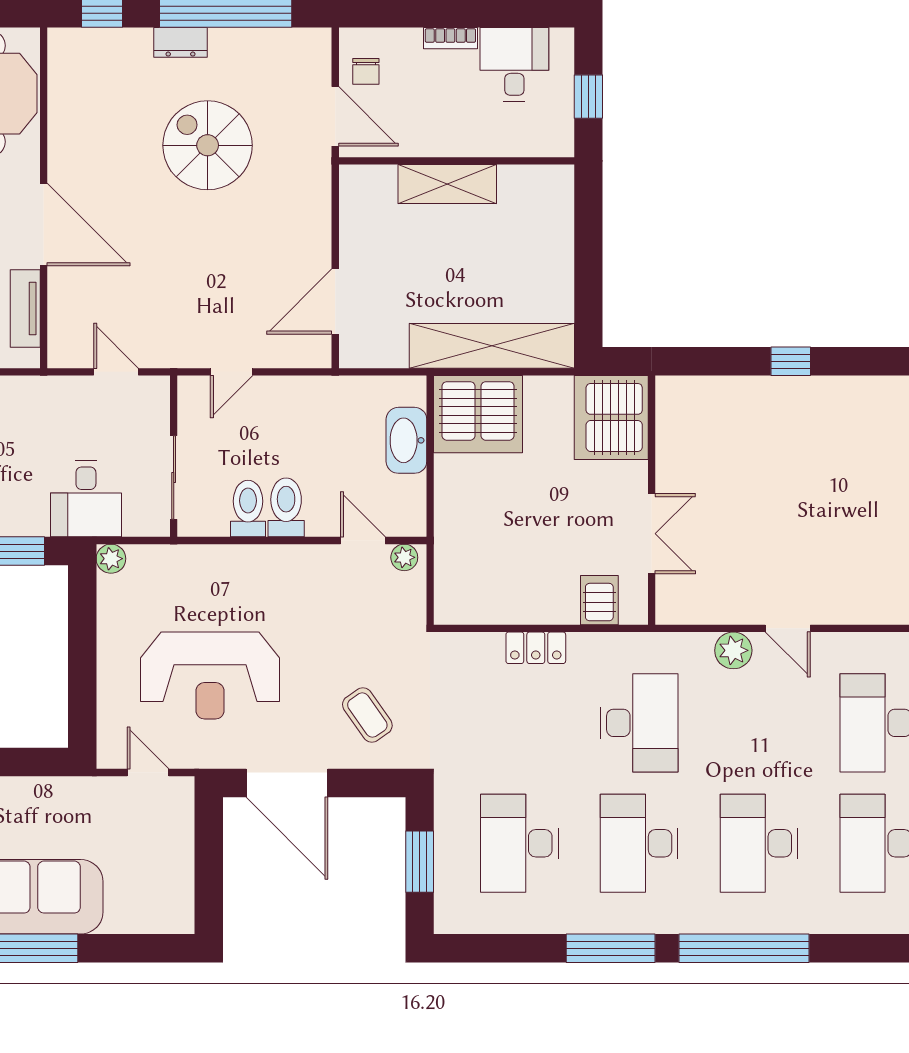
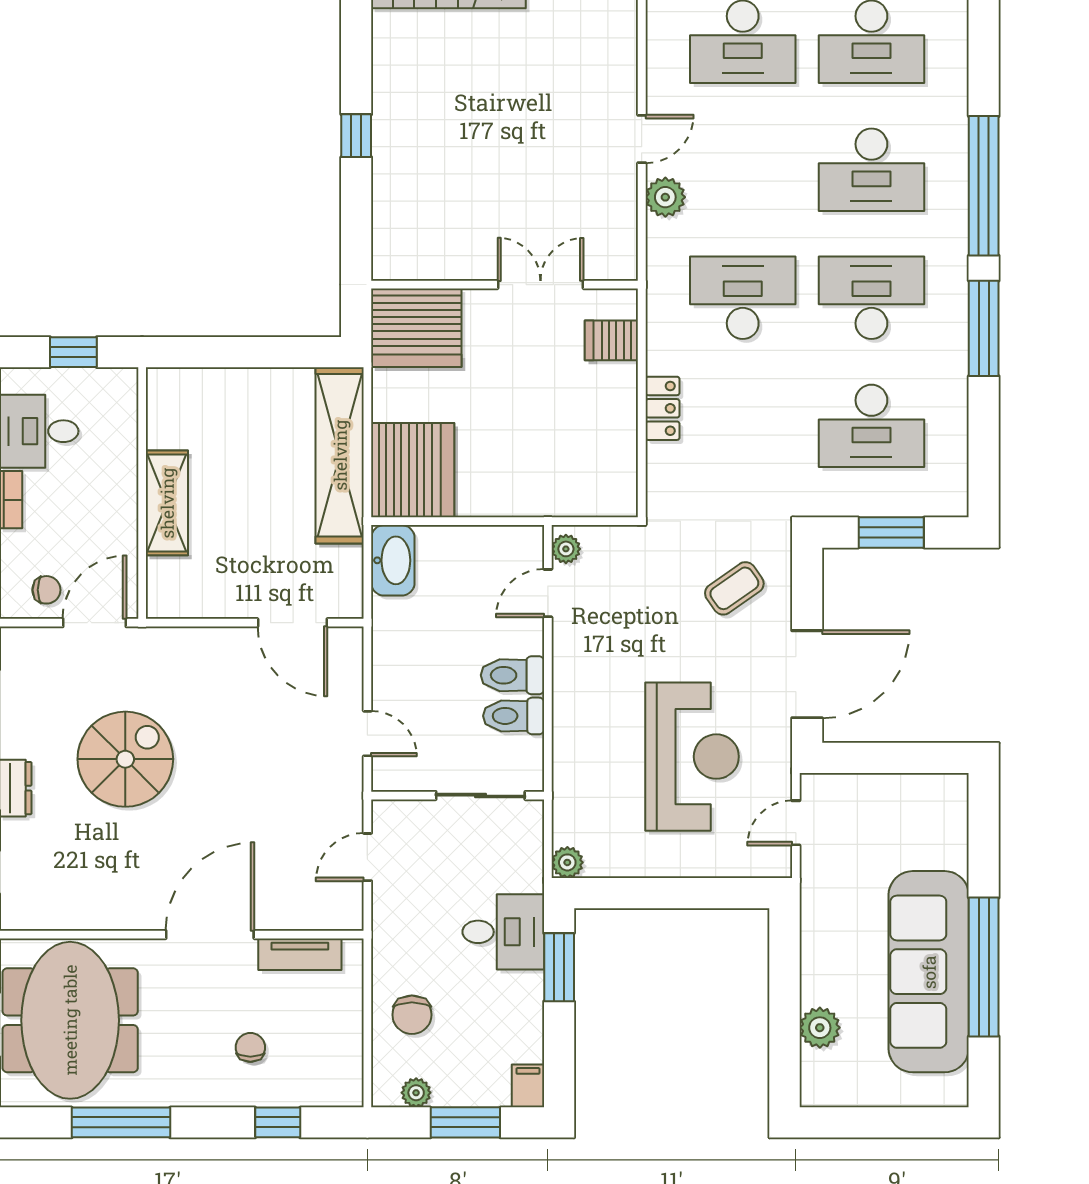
spiral stairs: (208, 145) -> (125, 759), turned 180
washbasin: (406, 440) -> (393, 560), moved, turned -90
desk: (86, 499) -> (503, 932), moved
desk: (639, 843) -> (871, 298), turned 180

